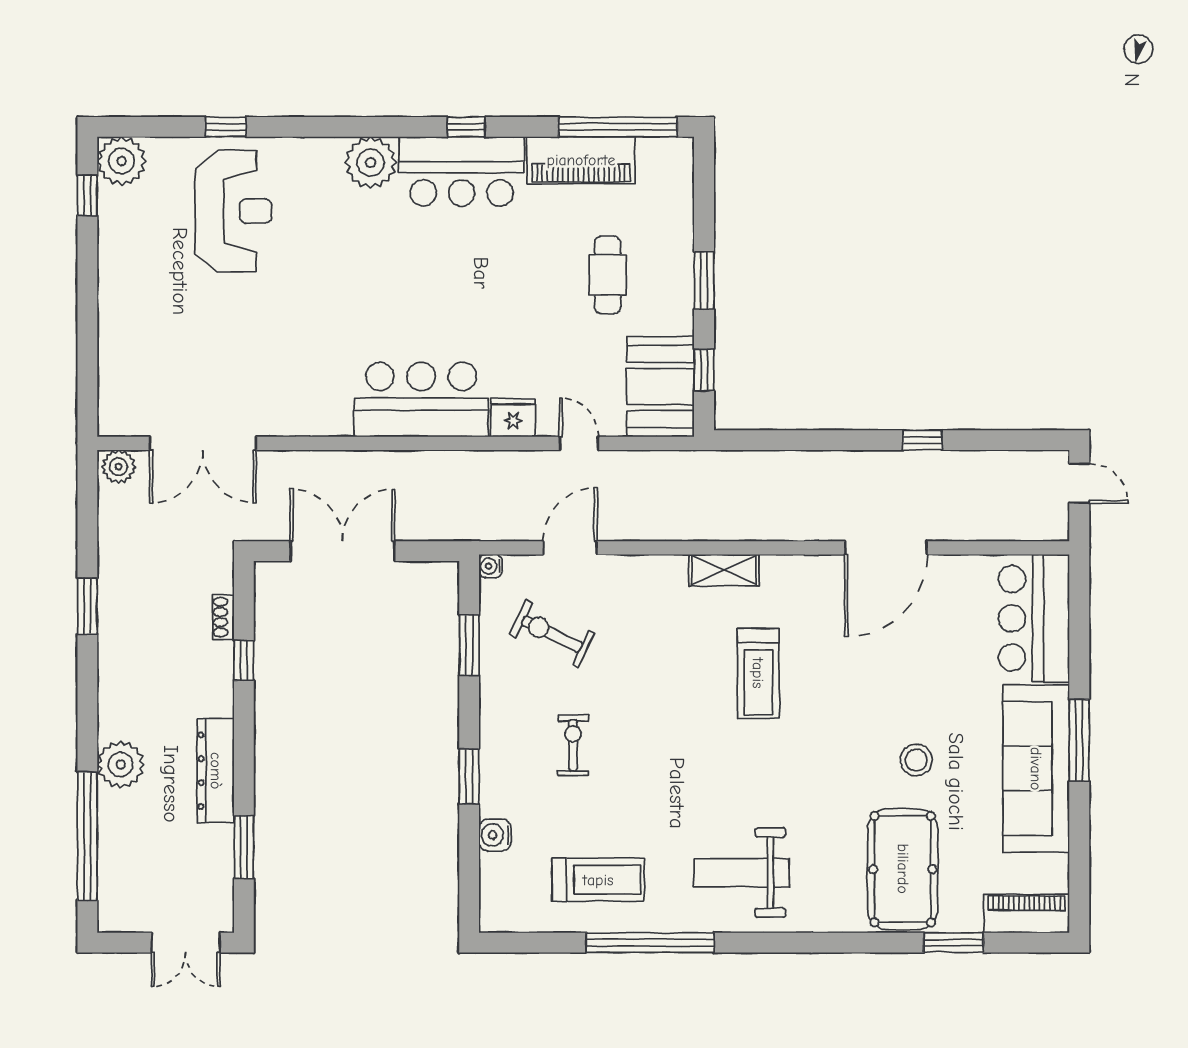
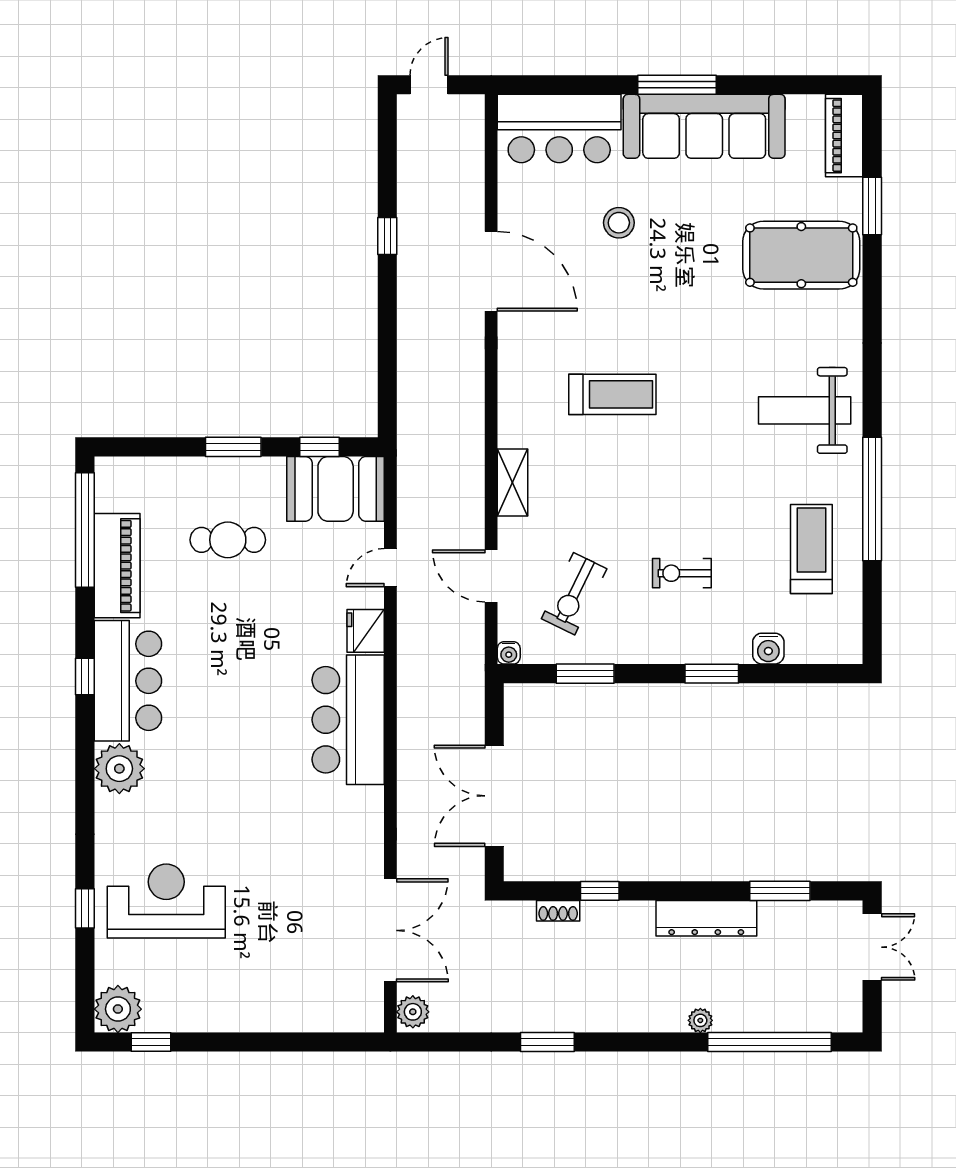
shelving: (724, 570) -> (513, 482), moved
stool: (916, 760) -> (619, 223), moved
plant: (121, 765) -> (700, 1020), width x0.53, depth x0.53
weight bench: (742, 873) -> (805, 410), turned 90

